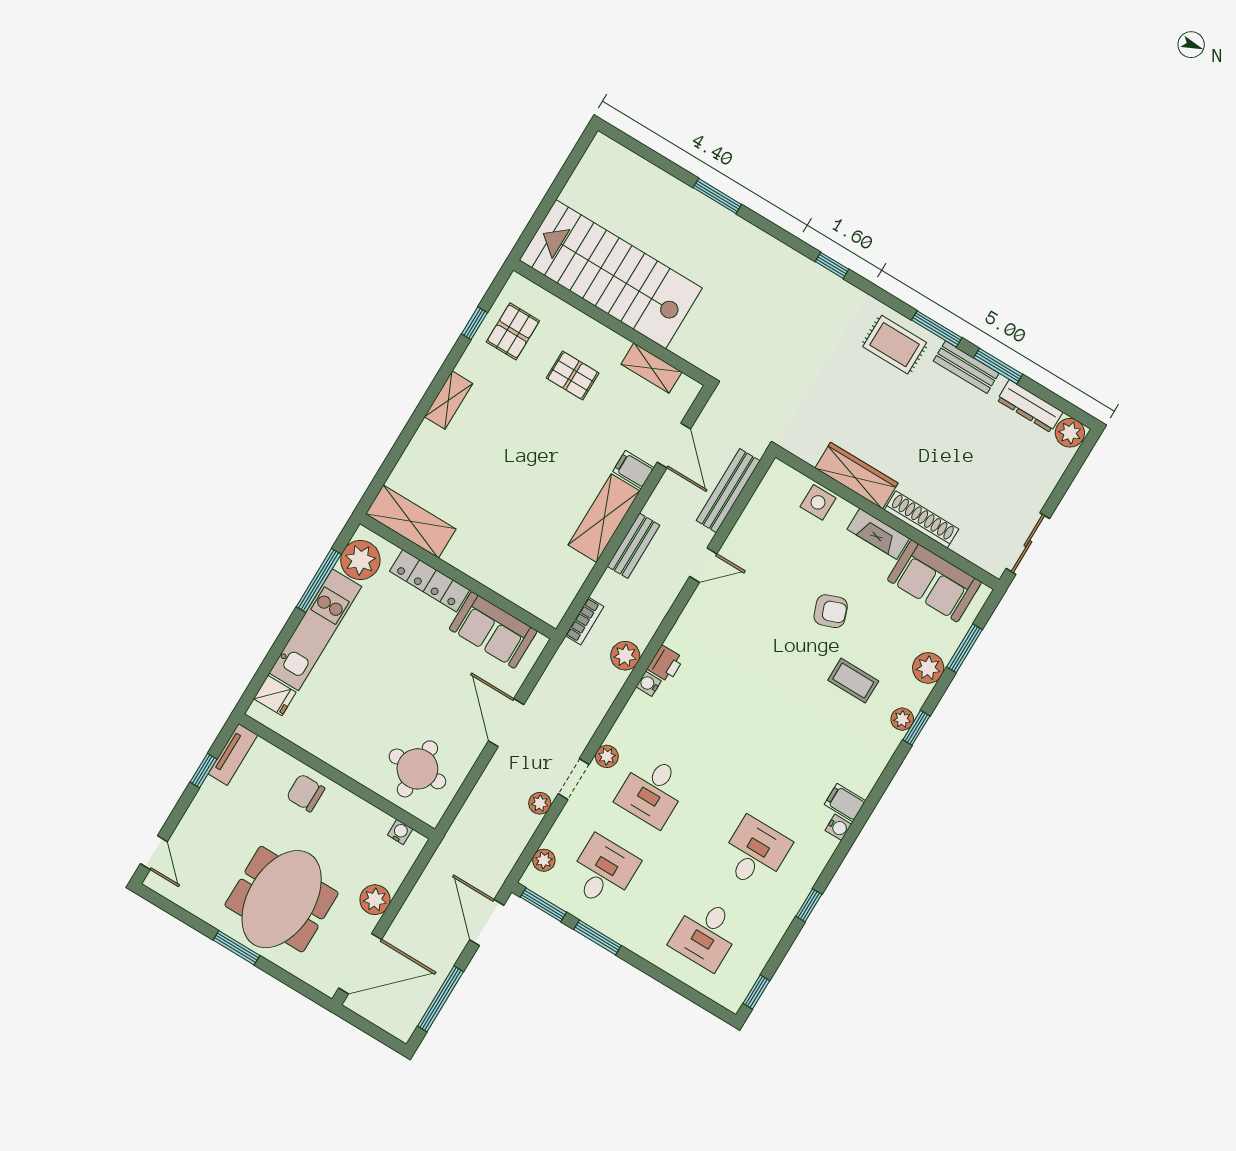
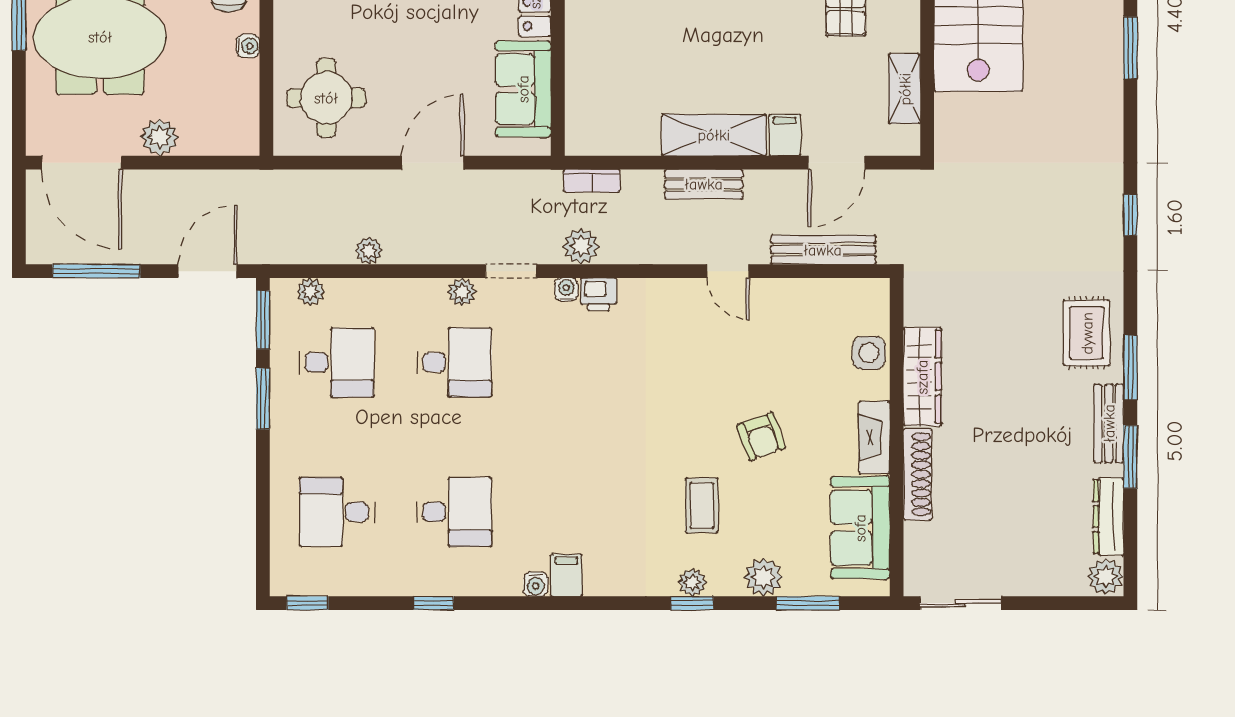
doorway: (574, 779) -> (511, 271), moved
desk: (652, 791) -> (454, 362), turned 180
water cooler: (400, 832) -> (248, 46), moved

